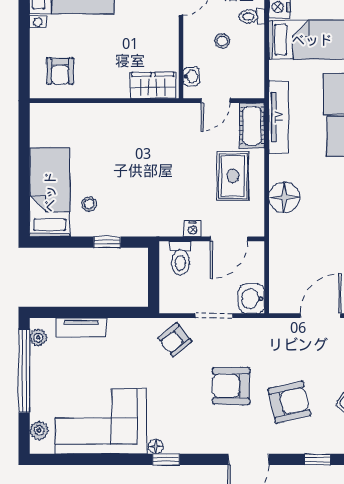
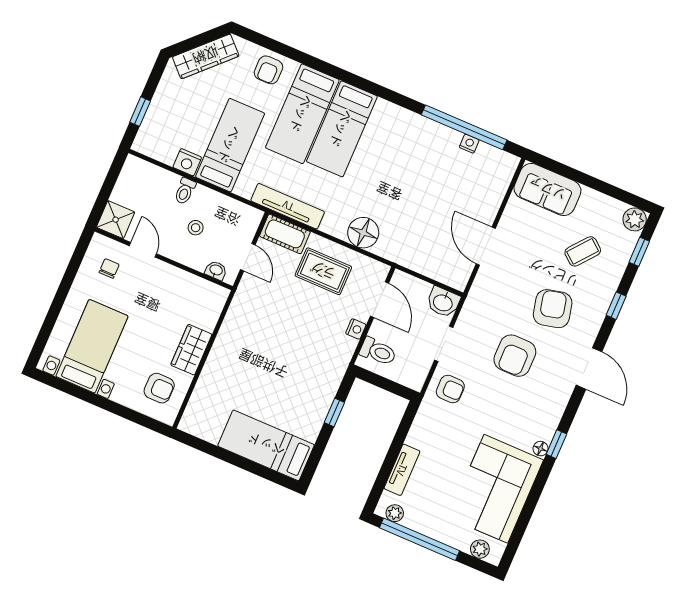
wardrobe: (153, 85) -> (191, 350), moved
stool: (89, 204) -> (292, 414), removed
armchair: (175, 340) -> (450, 389), turned -51

